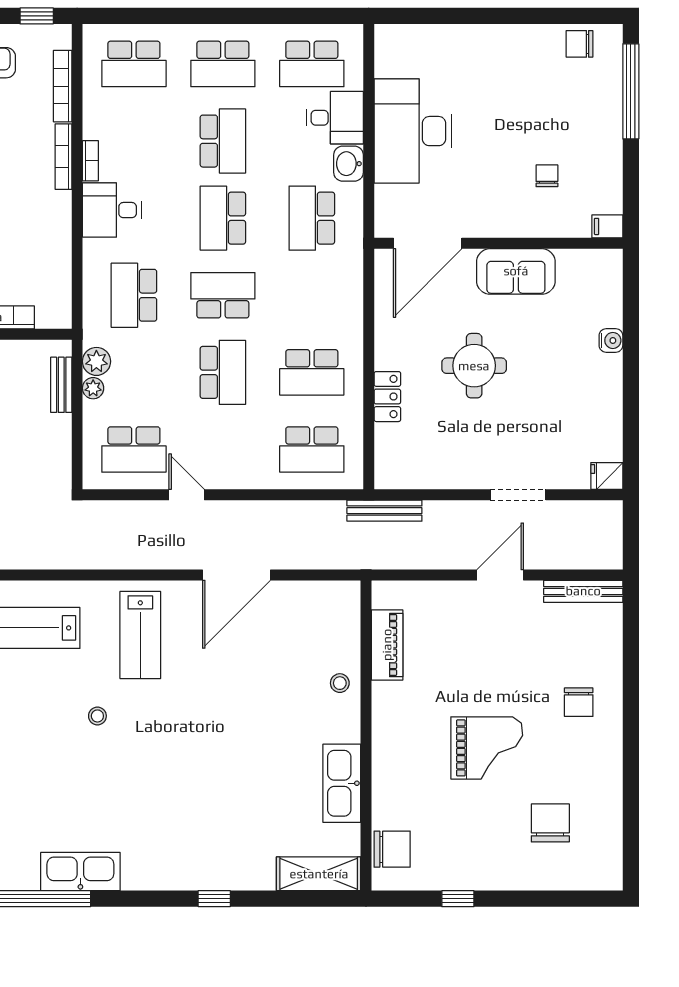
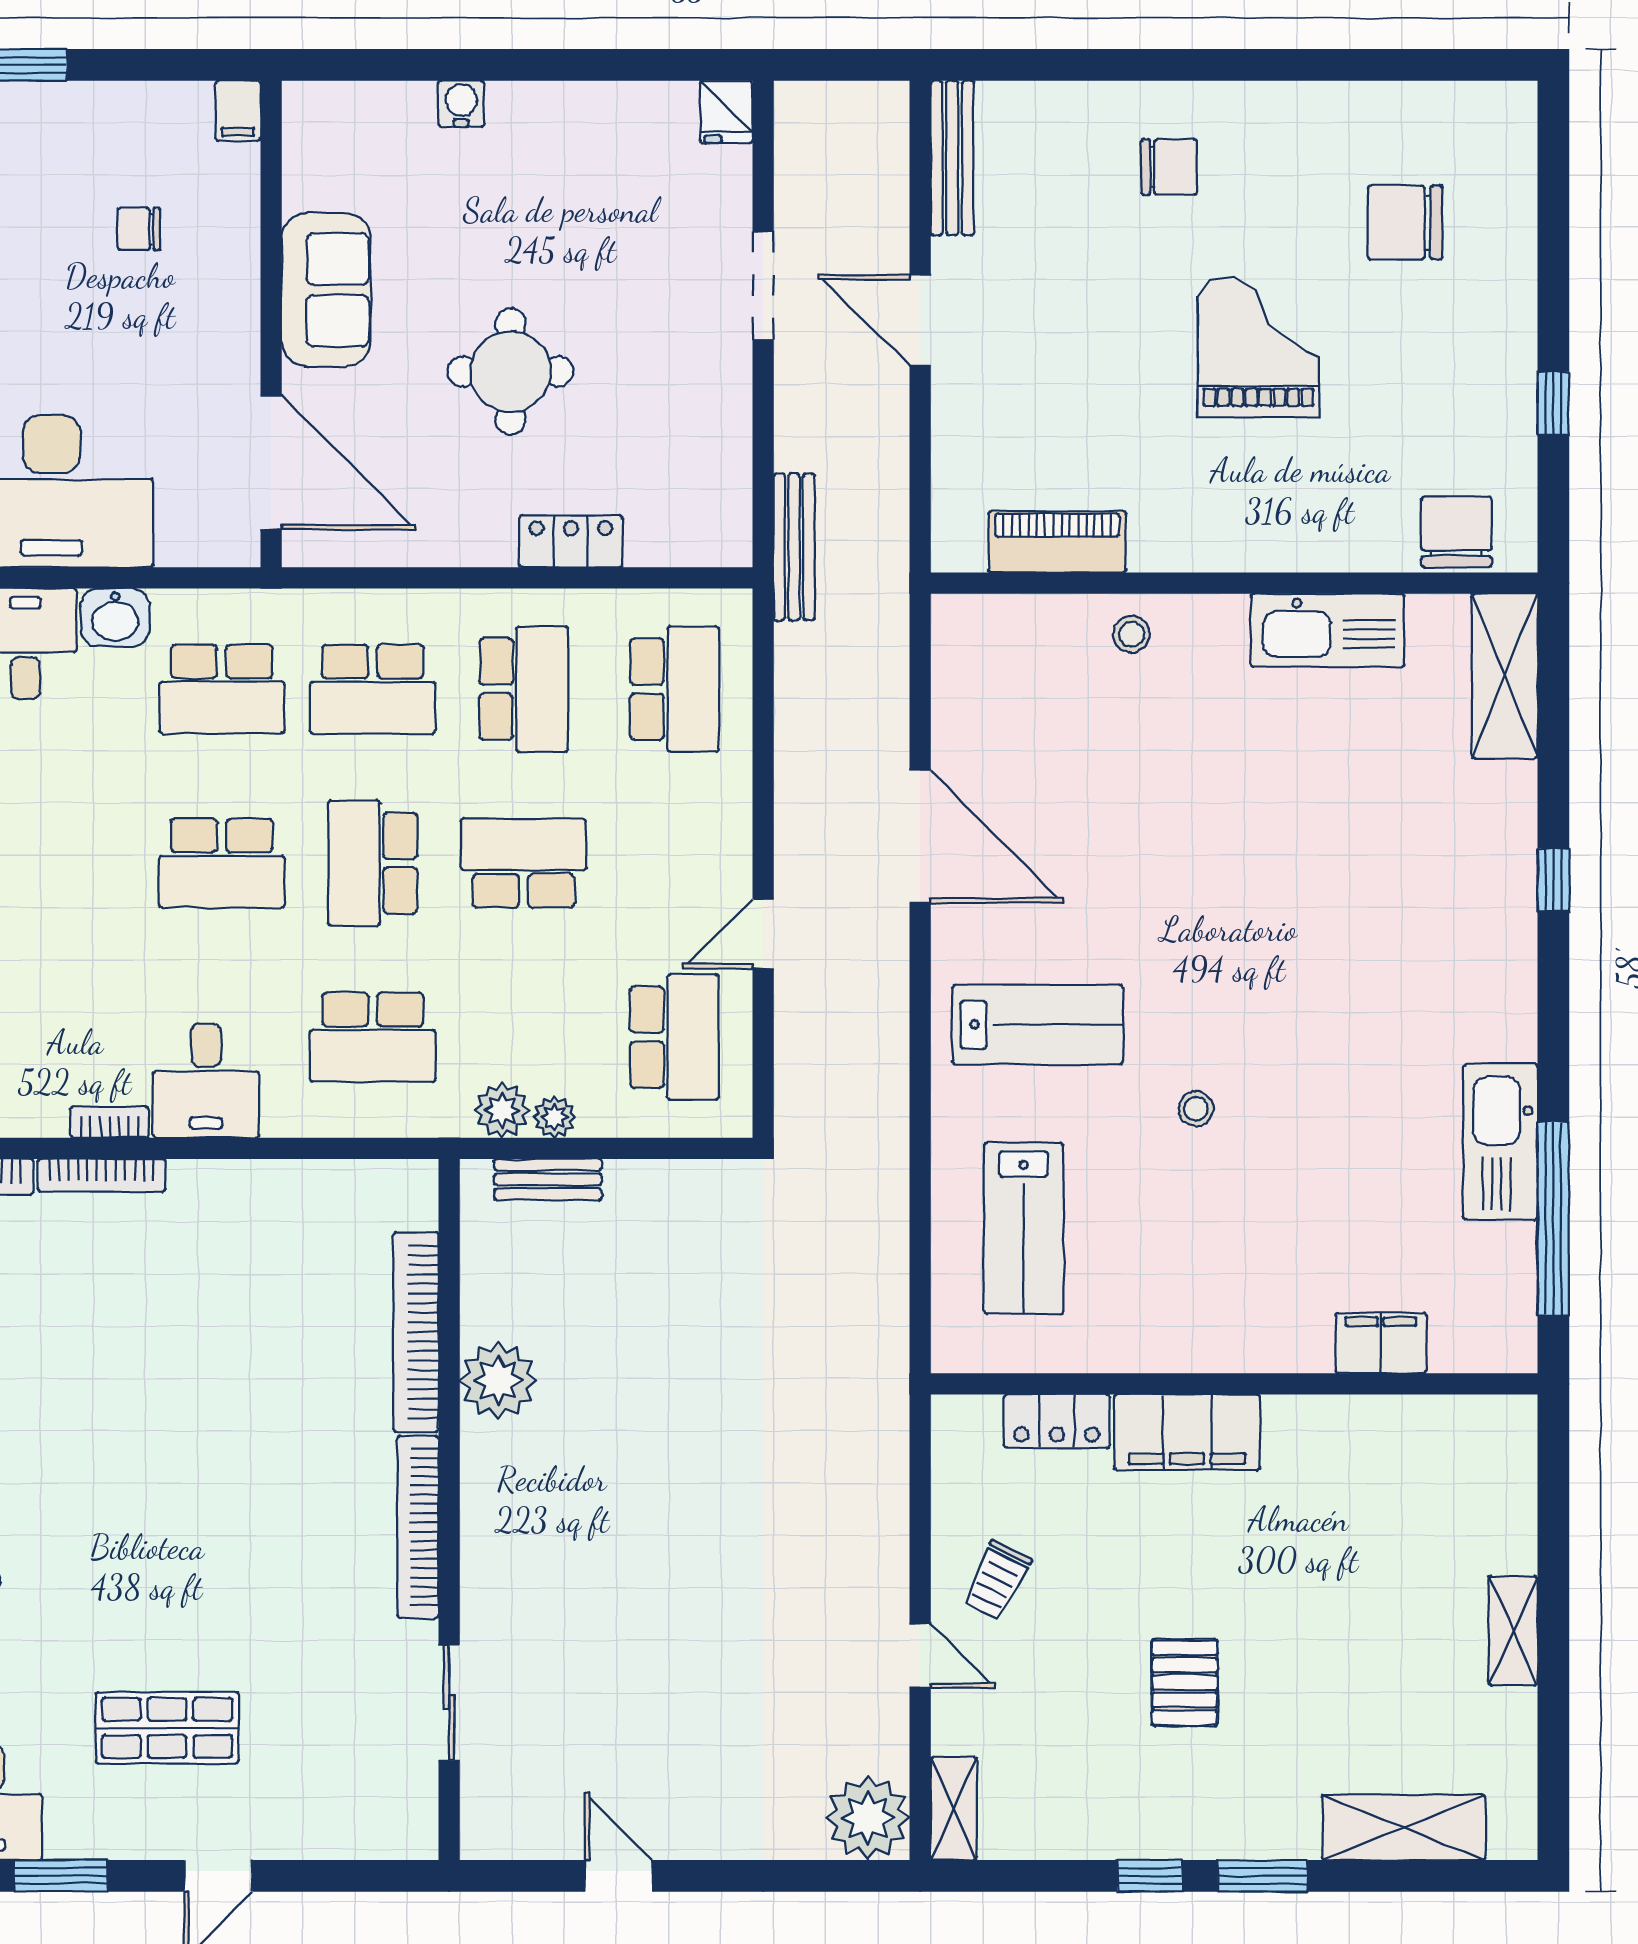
school desk: (223, 141) -> (373, 689), moved, turned 180

